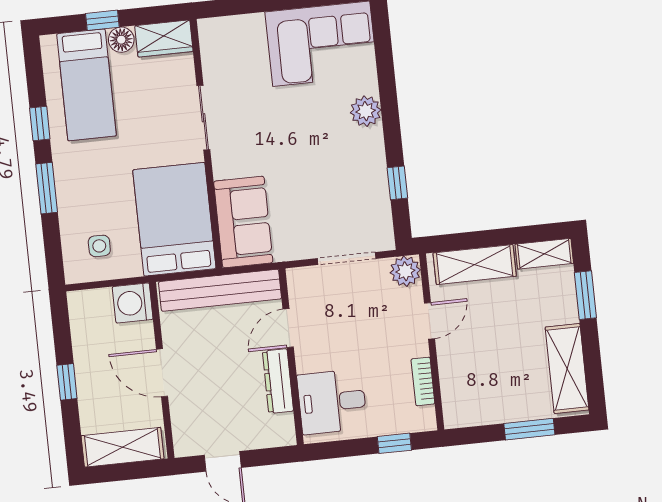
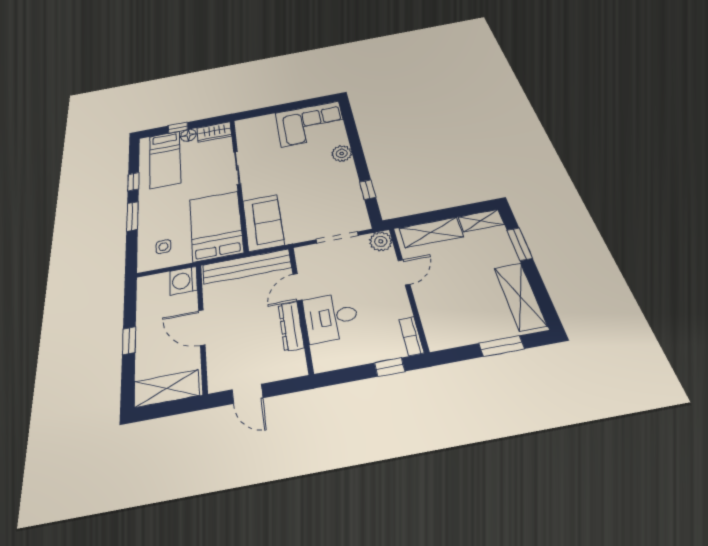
bookcase: (423, 381) -> (411, 336), moved
desk: (332, 402) -> (331, 317), moved

